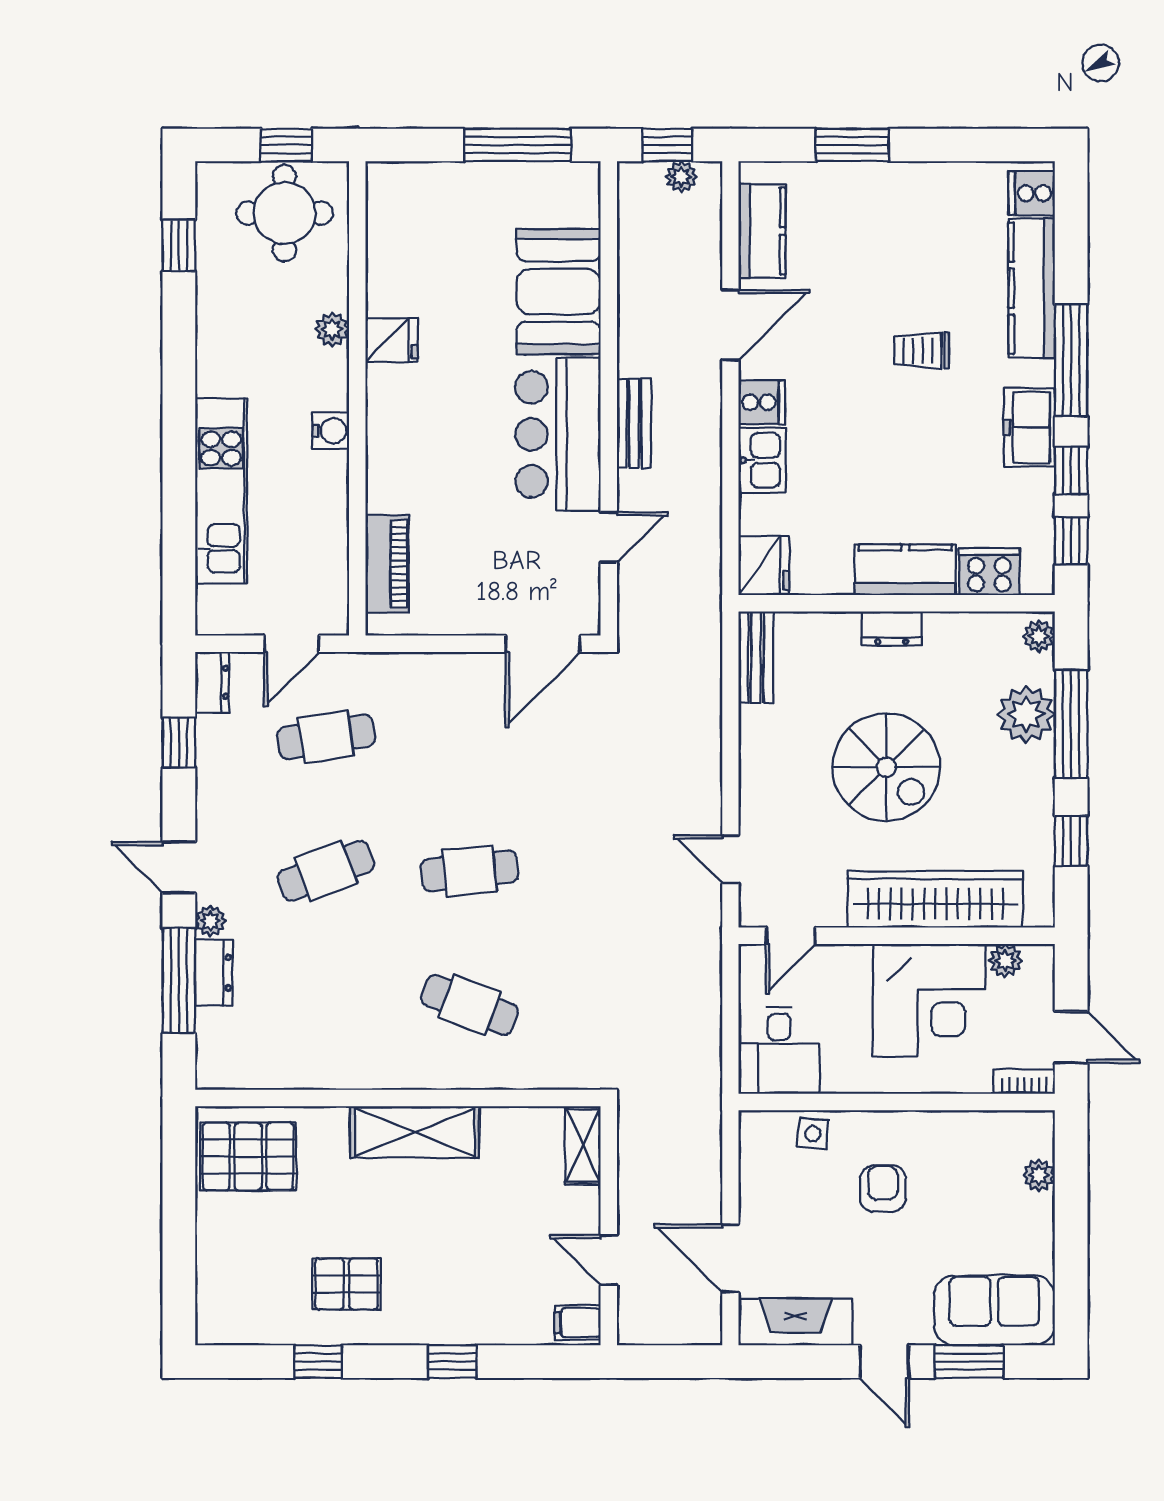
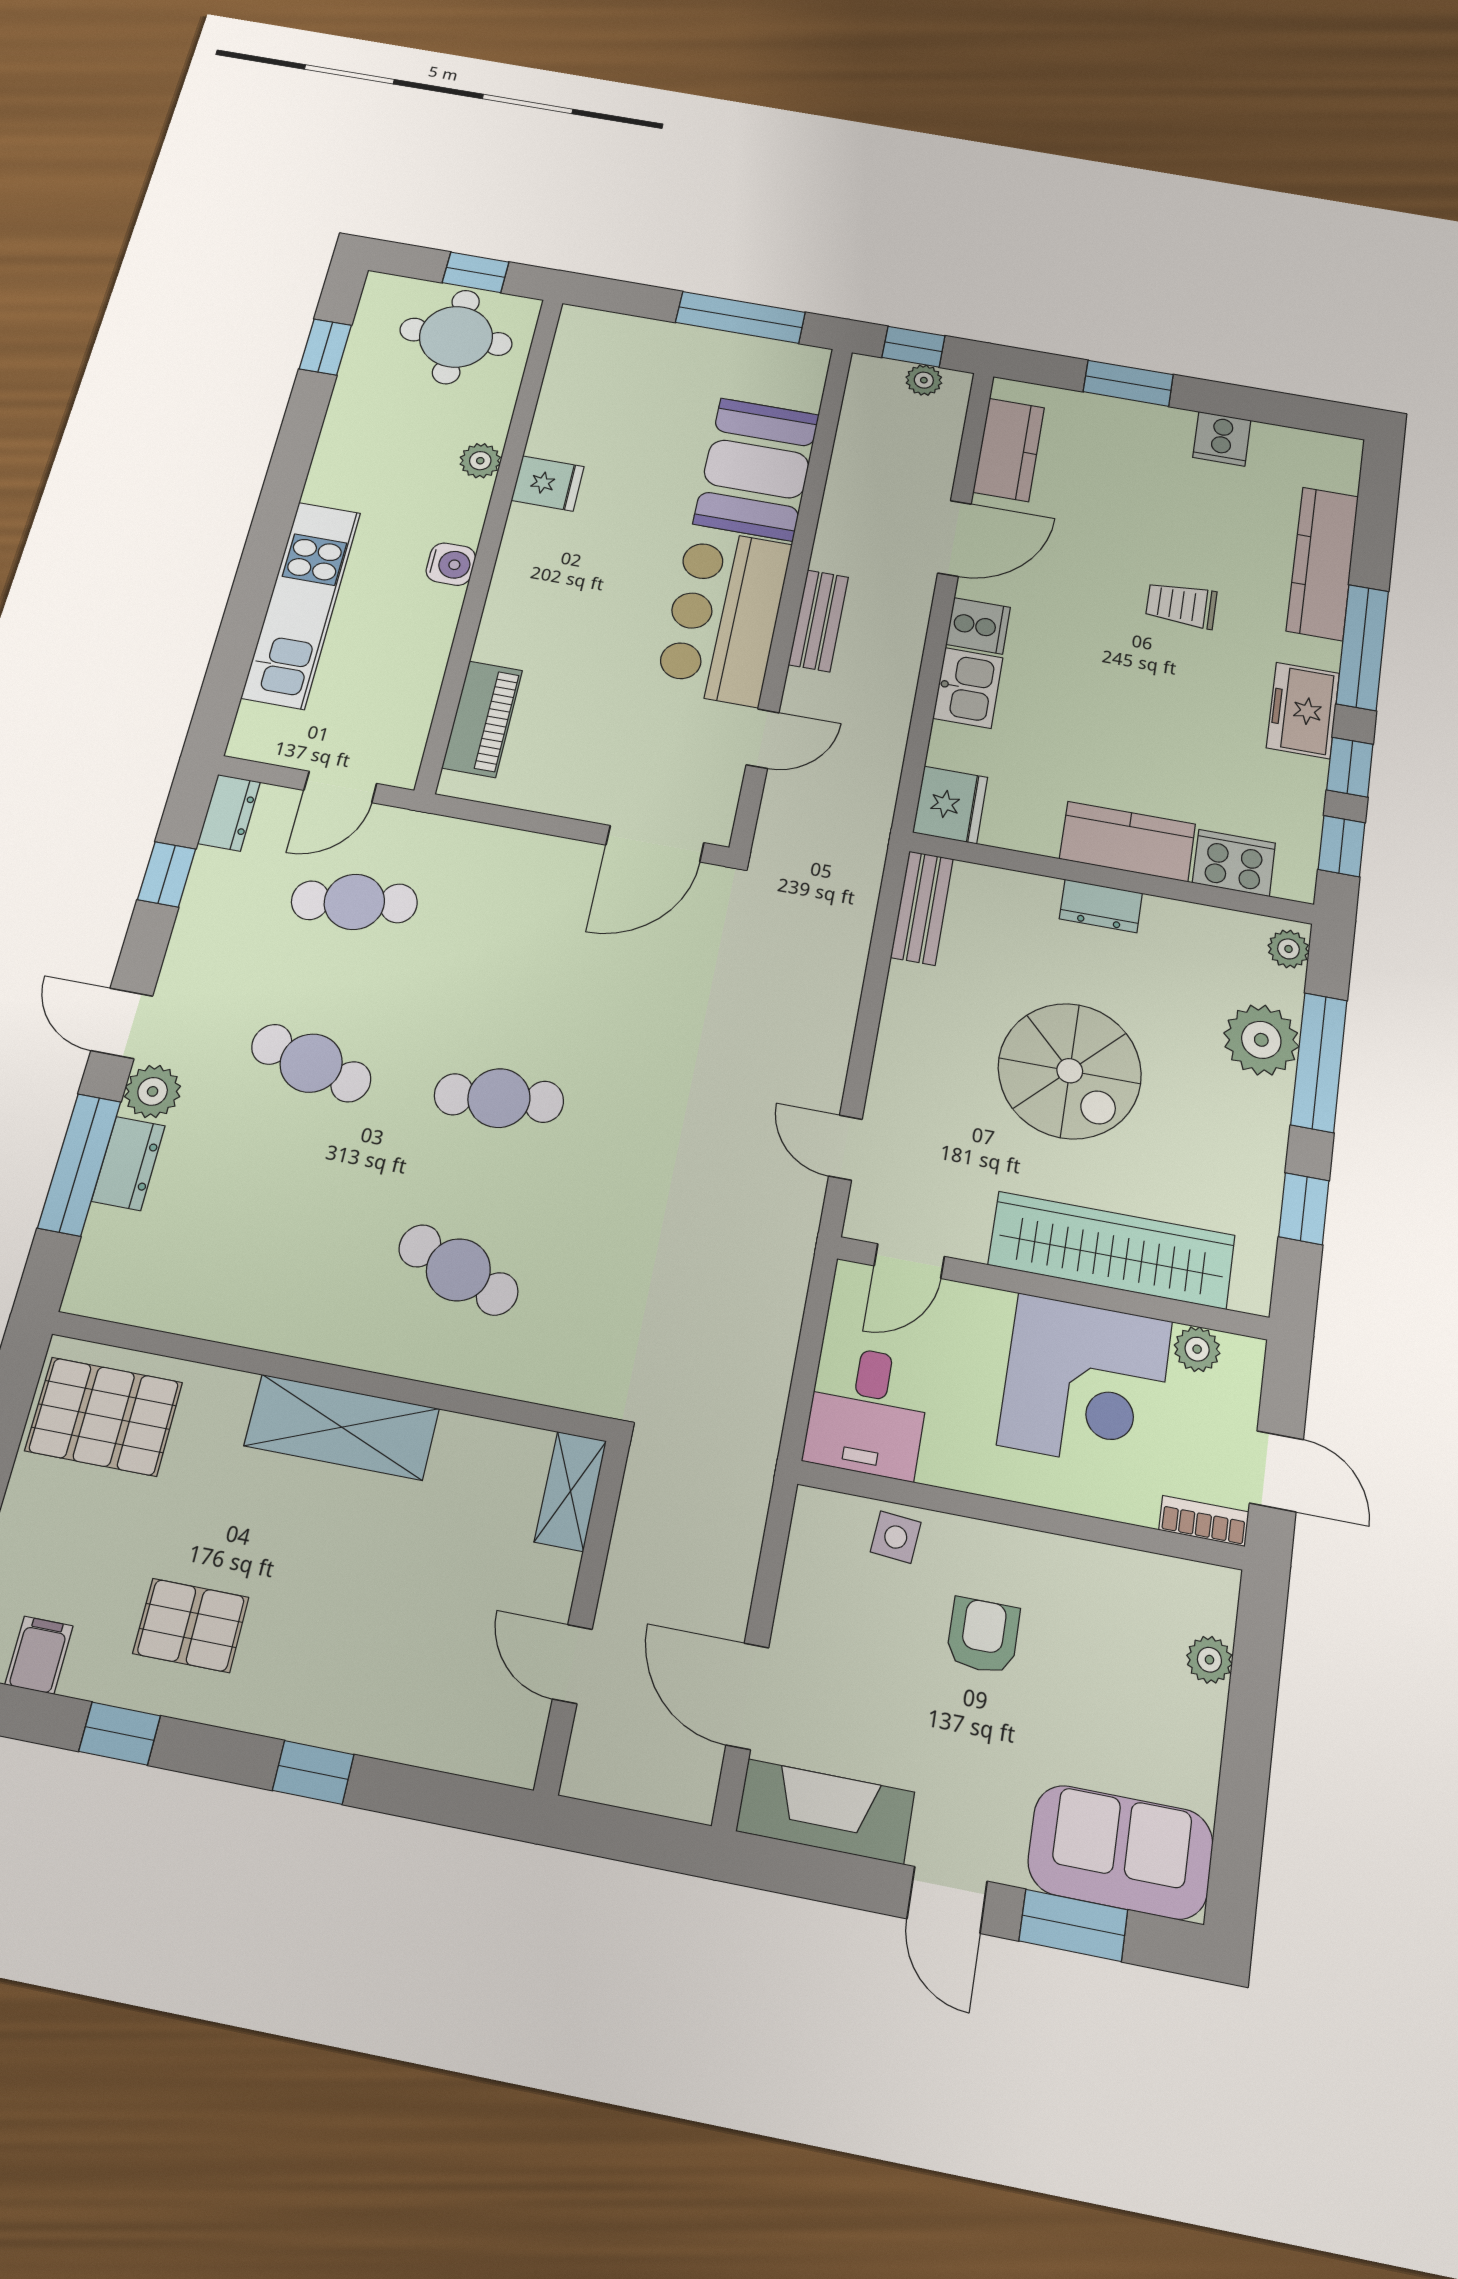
cooker: (1032, 193) -> (1222, 439), moved, turned -90
cafe table: (326, 871) -> (311, 1063), turned 36
plant: (210, 921) -> (153, 1091), width x1.38, depth x1.38
filing cabinet: (578, 1323) -> (39, 1655), moved, turned 90

